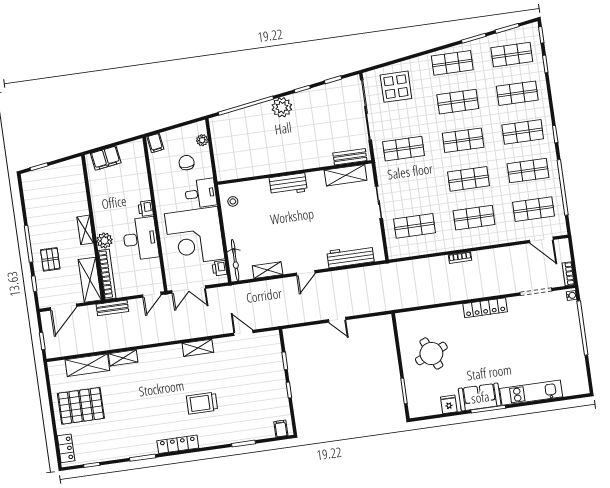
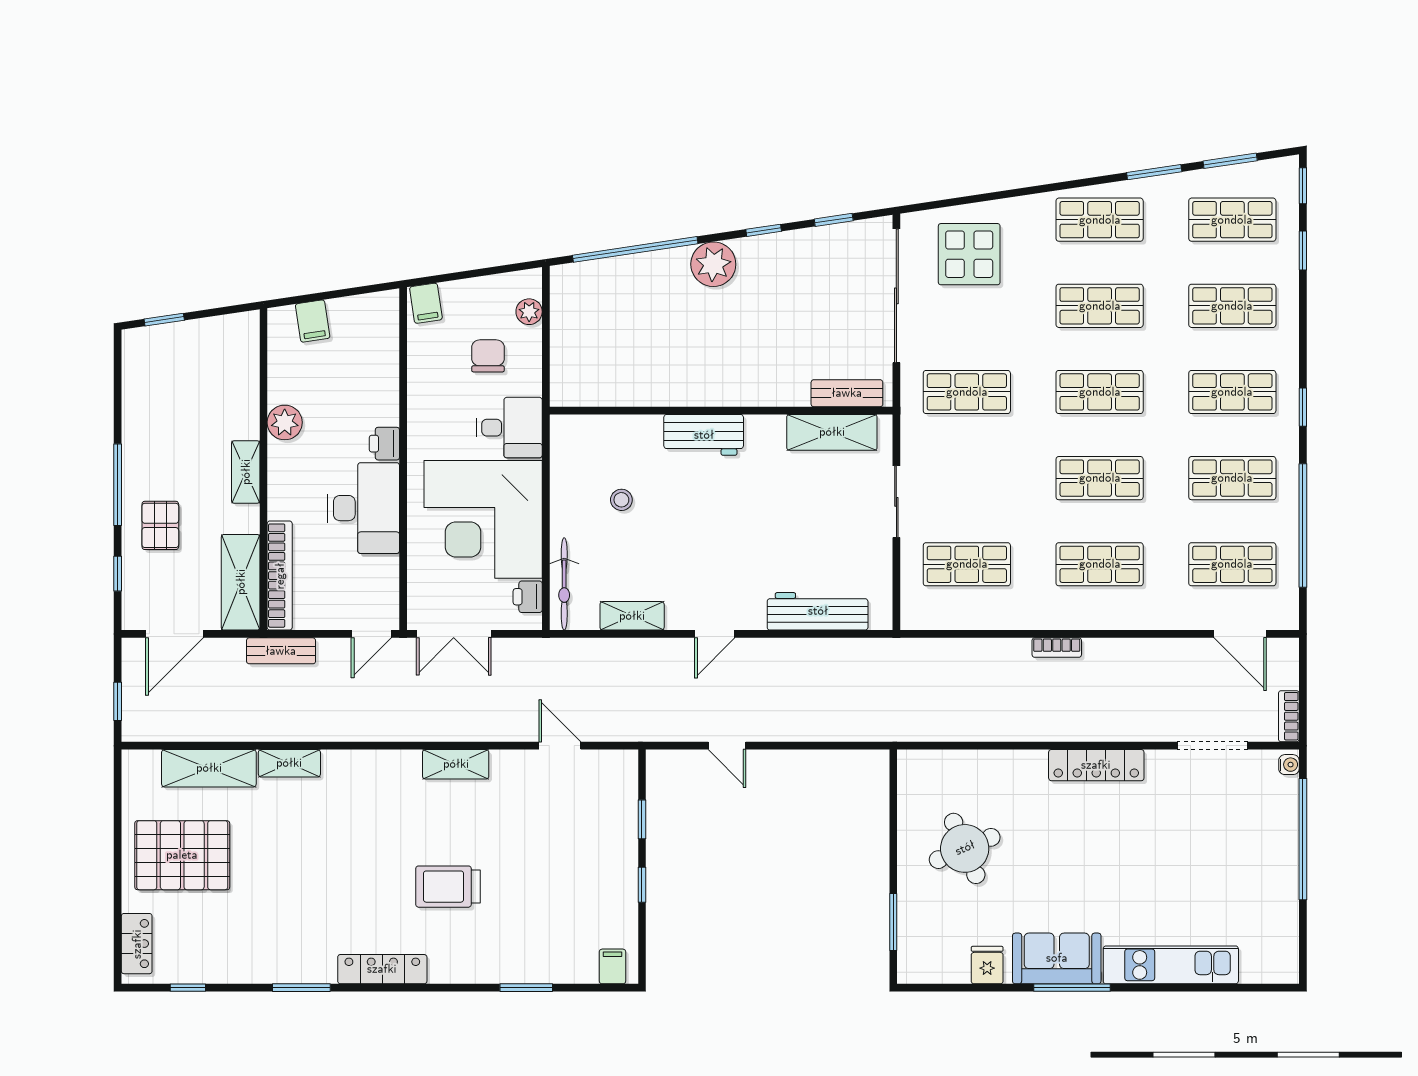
filing cabinet: (106, 158) -> (313, 321), width x0.50
stool: (233, 201) -> (621, 500), moved
plant: (104, 240) -> (285, 422), moved
door: (337, 320) -> (727, 746), moved

